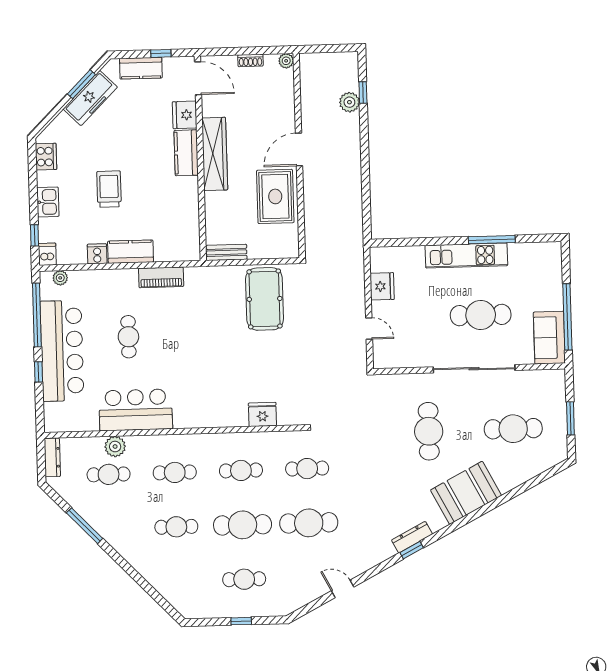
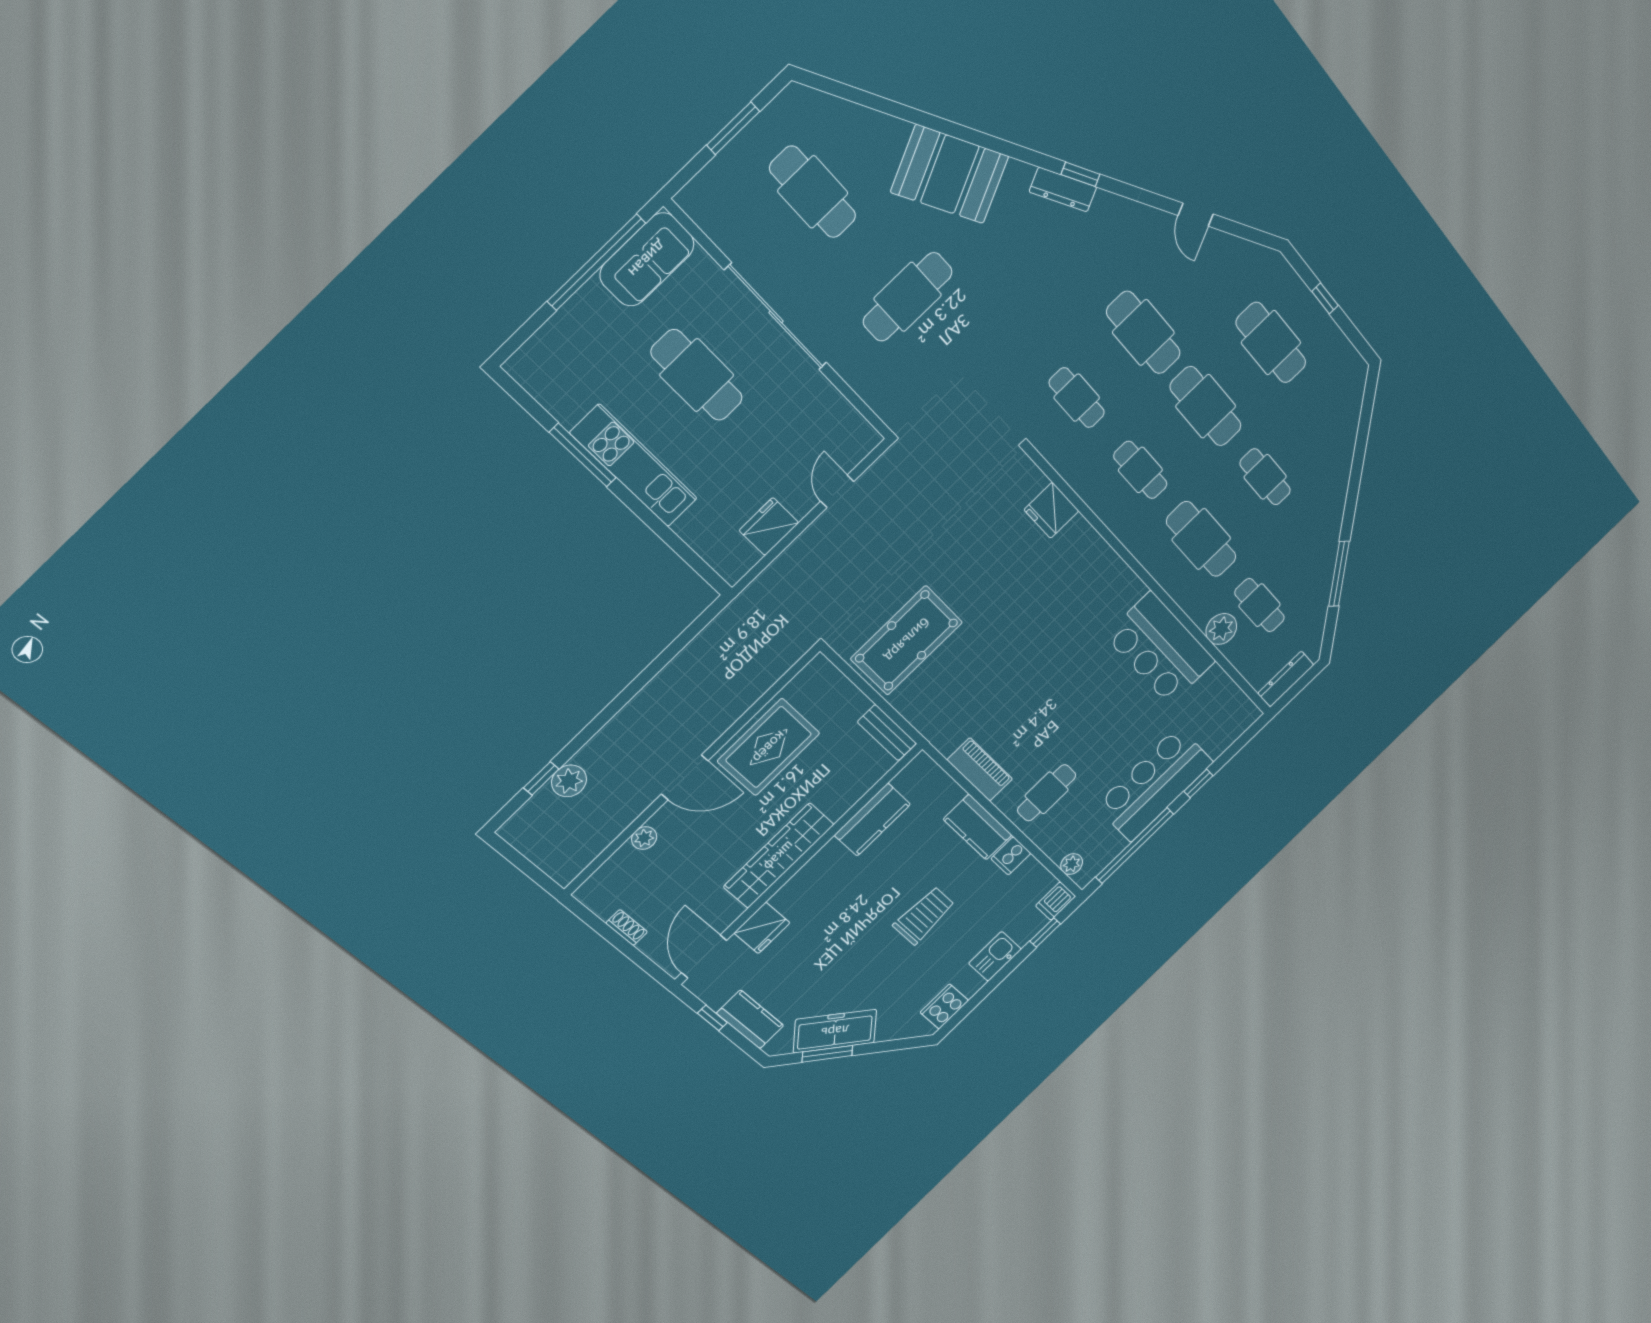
plant: (286, 61) -> (644, 838), moved
kitchen counter: (186, 153) -> (872, 820), moved
trolley: (109, 189) -> (924, 916), turned 180
cafe table: (128, 337) -> (1047, 793), moved
bar counter: (62, 351) -> (1154, 784), width x0.73
cafe table: (175, 472) -> (1201, 539), width x1.37, depth x1.35
cafe table: (244, 579) -> (1271, 343), width x1.37, depth x1.35

